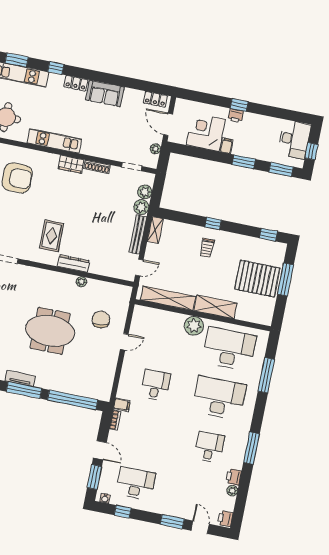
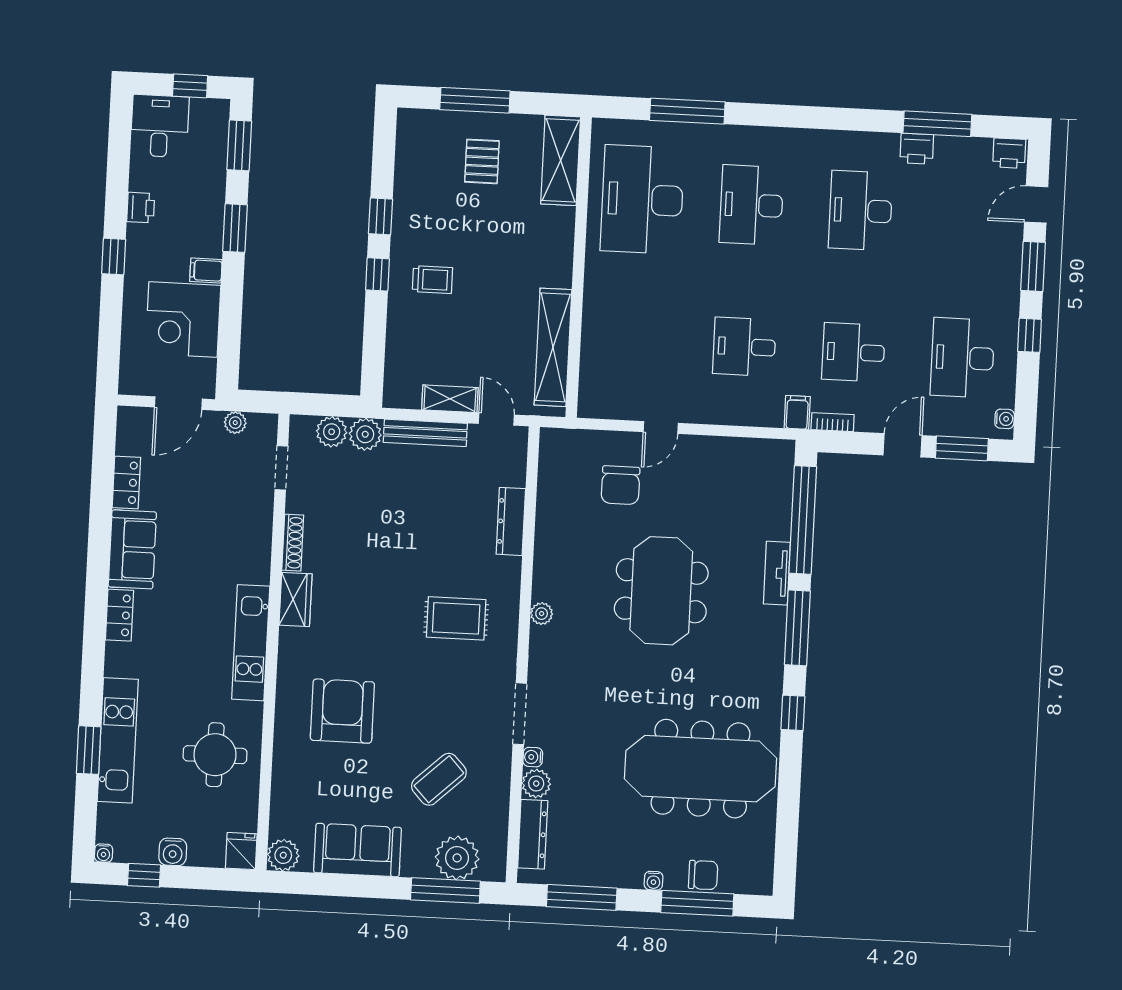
window: (56, 68) -> (93, 663), removed
locker: (155, 99) -> (126, 482), moved
printer: (236, 116) -> (141, 208), moved
desk: (294, 139) -> (160, 126), width x0.73
shelving: (155, 230) -> (450, 399), moved
window: (268, 235) -> (380, 216), moved
dresser: (73, 264) -> (511, 521), moved
pallet: (257, 279) -> (482, 161), width x0.49, depth x0.50
plant: (81, 282) -> (542, 614), moved
shelving: (216, 307) -> (561, 160), moved
chair: (101, 320) -> (620, 485), turned -80
plant: (194, 326) -> (604, 283), removed
door: (124, 342) -> (661, 428), swing flipped
tv unit: (20, 378) -> (777, 573), moved
desk: (219, 398) -> (751, 205), width x0.73, depth x0.77
desk: (145, 434) -> (853, 352), added
desk: (209, 447) -> (861, 211), width x1.37
window: (251, 448) -> (937, 124), moved
plant: (232, 491) -> (947, 147), removed
window: (123, 512) -> (1030, 335), moved

